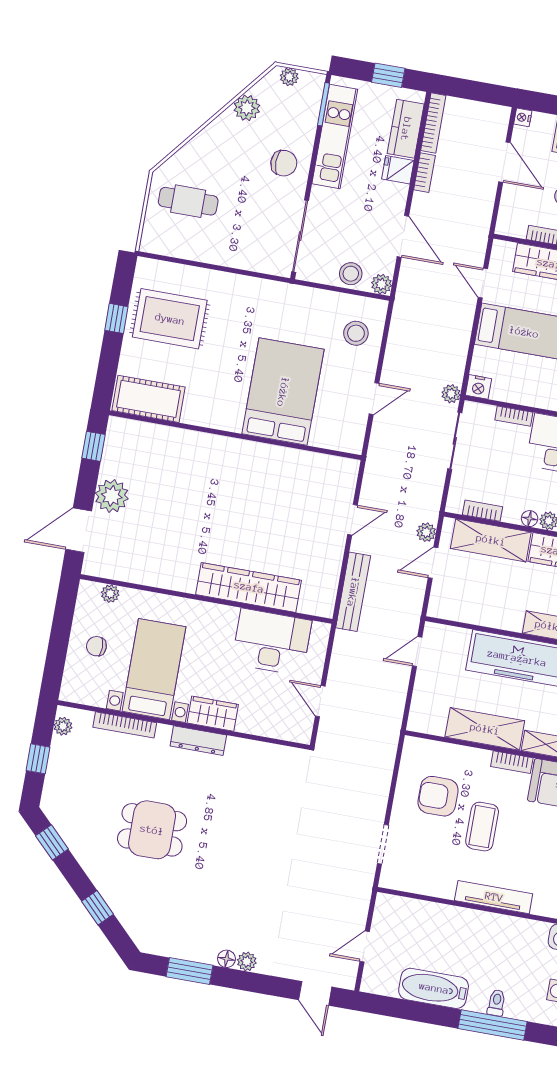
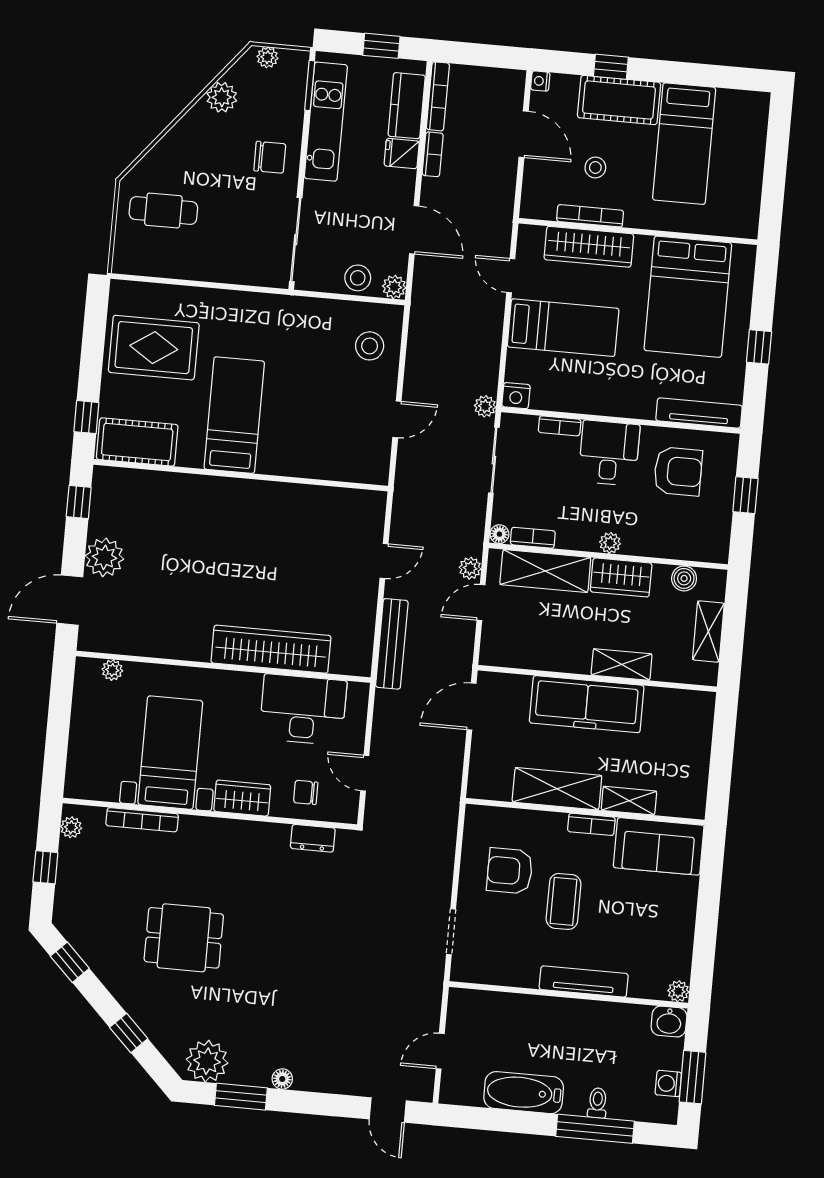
window: (116, 318) -> (86, 417), moved
bed: (283, 392) -> (234, 415), moved, width x0.67
floor lamp: (530, 519) -> (499, 534), moved
chair: (96, 646) -> (306, 792), moved
door: (417, 652) -> (472, 706), width x1.38
dresser: (198, 741) -> (313, 838), moved, width x0.70
plant: (247, 961) -> (207, 1061), moved, width x1.88, depth x1.88

